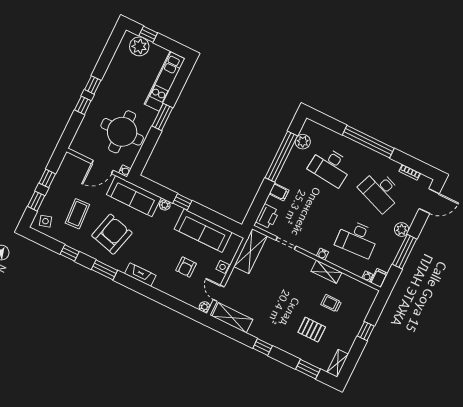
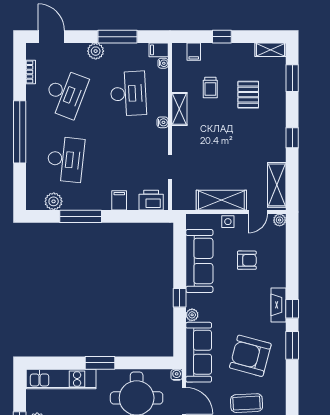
window: (281, 157) -> (81, 216), width x0.68
shelving: (250, 251) -> (221, 200), moved
window: (70, 253) -> (292, 309), moved
filing cabinet: (365, 304) -> (194, 52), added

